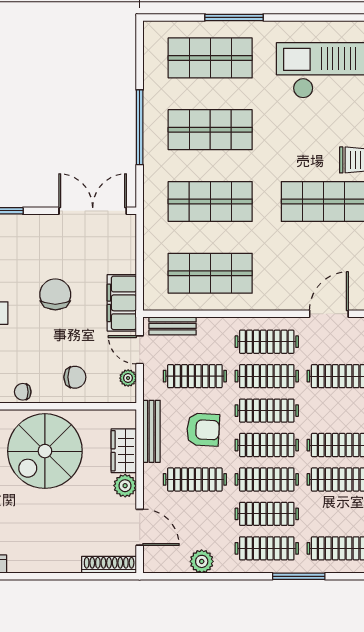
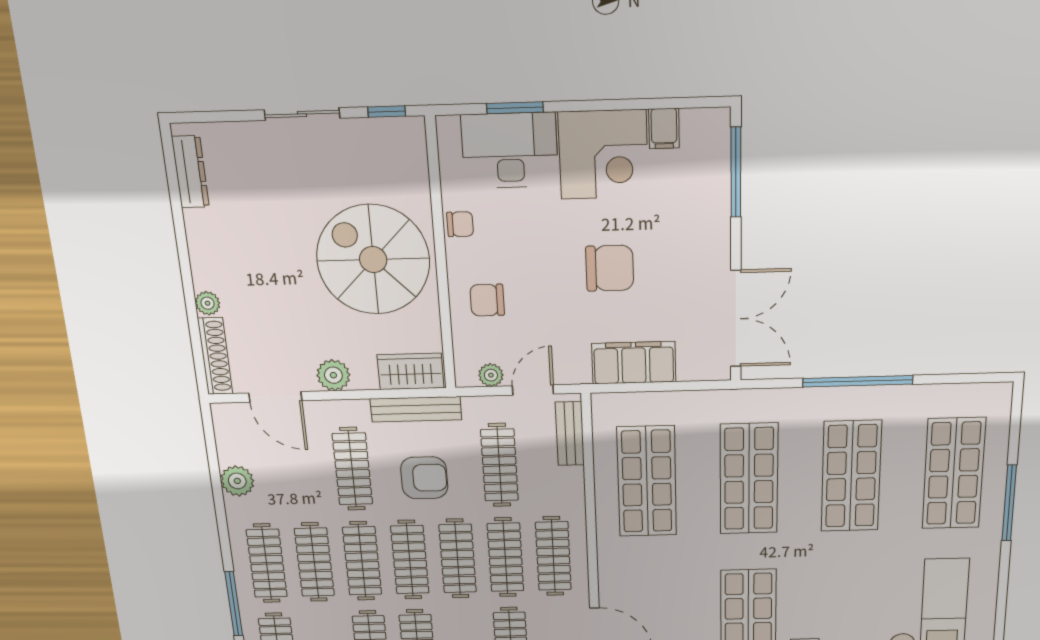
filing cabinet: (122, 303) -> (634, 363), moved
chair: (75, 377) -> (487, 300), turned 90
chair: (23, 392) -> (460, 224), turned 90
armchair: (203, 430) -> (424, 478), turned -93
wardrobe: (124, 451) -> (411, 371), moved
door: (140, 527) -> (275, 397), hinge flipped
plant: (72, 565) -> (208, 303), added

